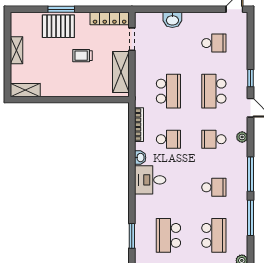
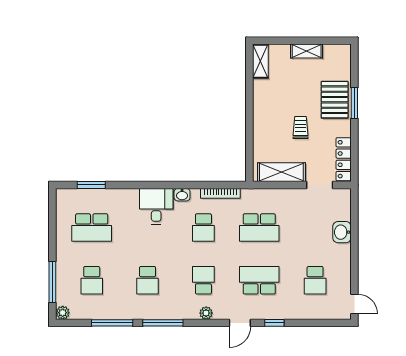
school desk: (168, 235) -> (92, 228), turned 180
school desk: (214, 235) -> (92, 280), width x0.54

